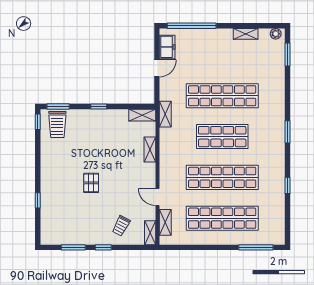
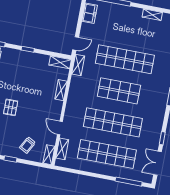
door: (157, 68) -> (76, 44), moved
double door: (287, 218) -> (158, 163), added

